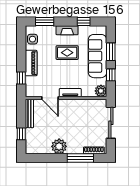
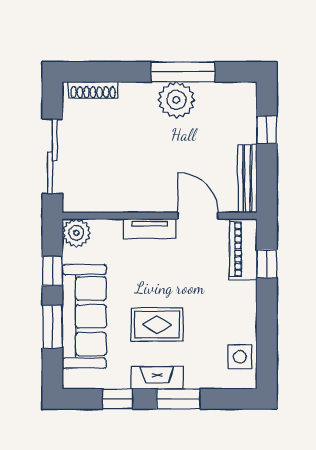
window: (45, 22) -> (178, 399), moved
piano: (31, 63) -> (243, 249), moved
window: (80, 158) -> (183, 72), moved

